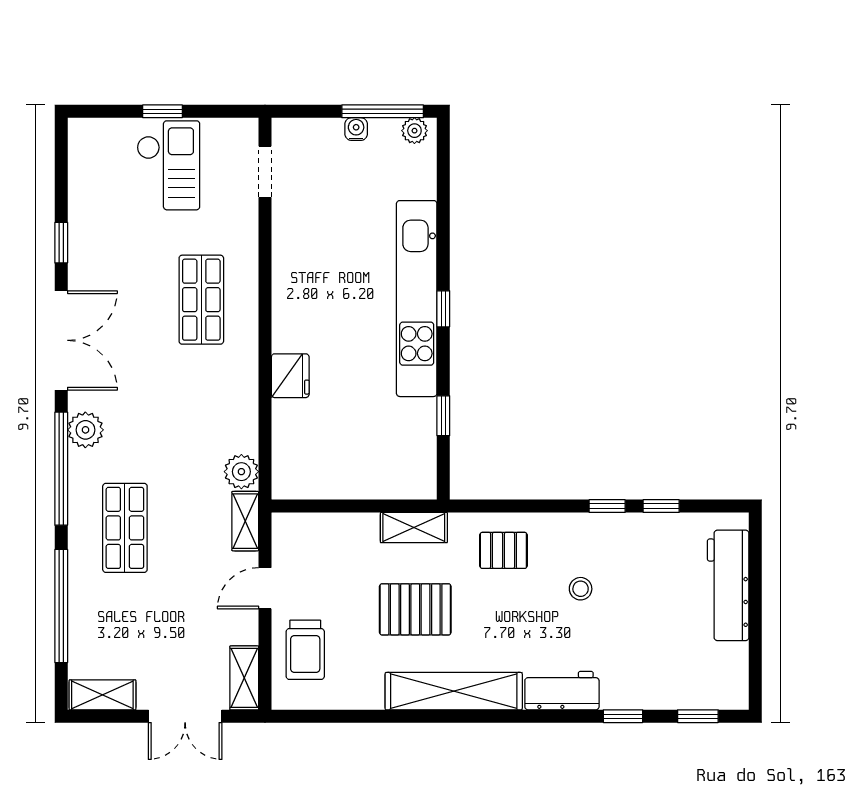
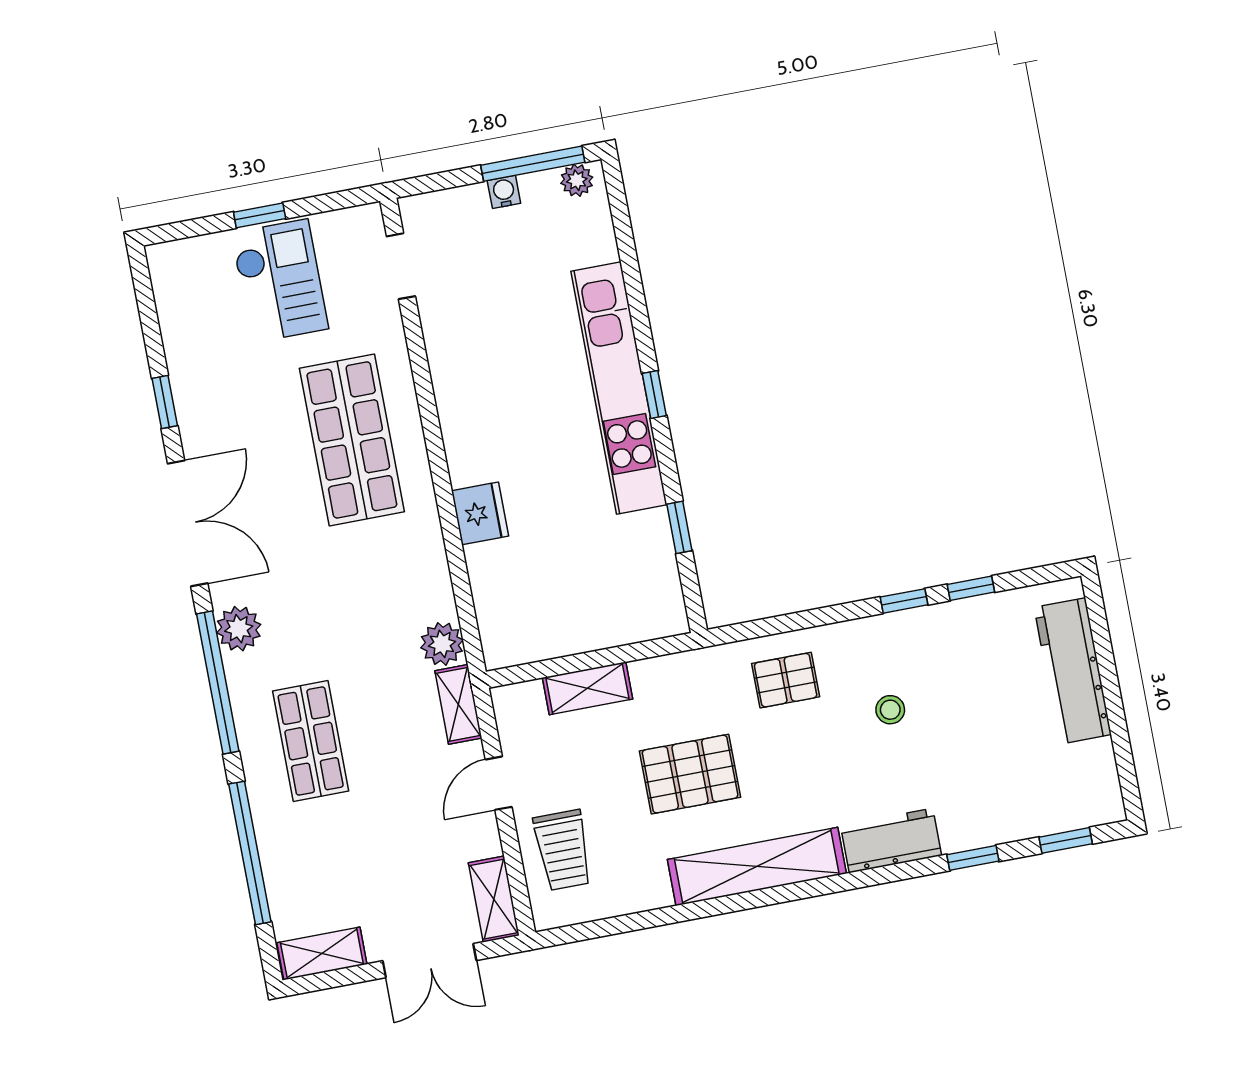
shop shelf: (201, 300) -> (352, 440), width x1.43, depth x1.36
shelving: (414, 528) -> (587, 688), moved

